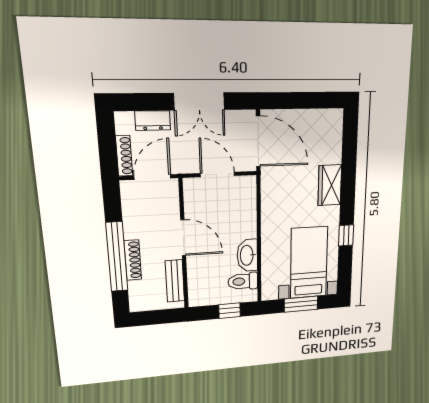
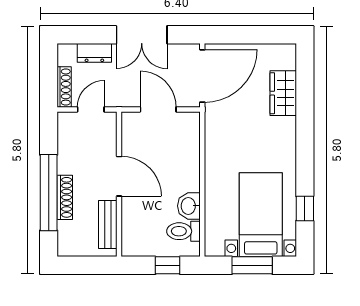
door: (258, 141) -> (202, 76), hinge flipped
door: (152, 177) -> (91, 109), width x0.73
wardrobe: (330, 185) -> (283, 93), moved
window: (346, 235) -> (305, 209), moved
washbasin: (247, 255) -> (189, 206), width x0.72

